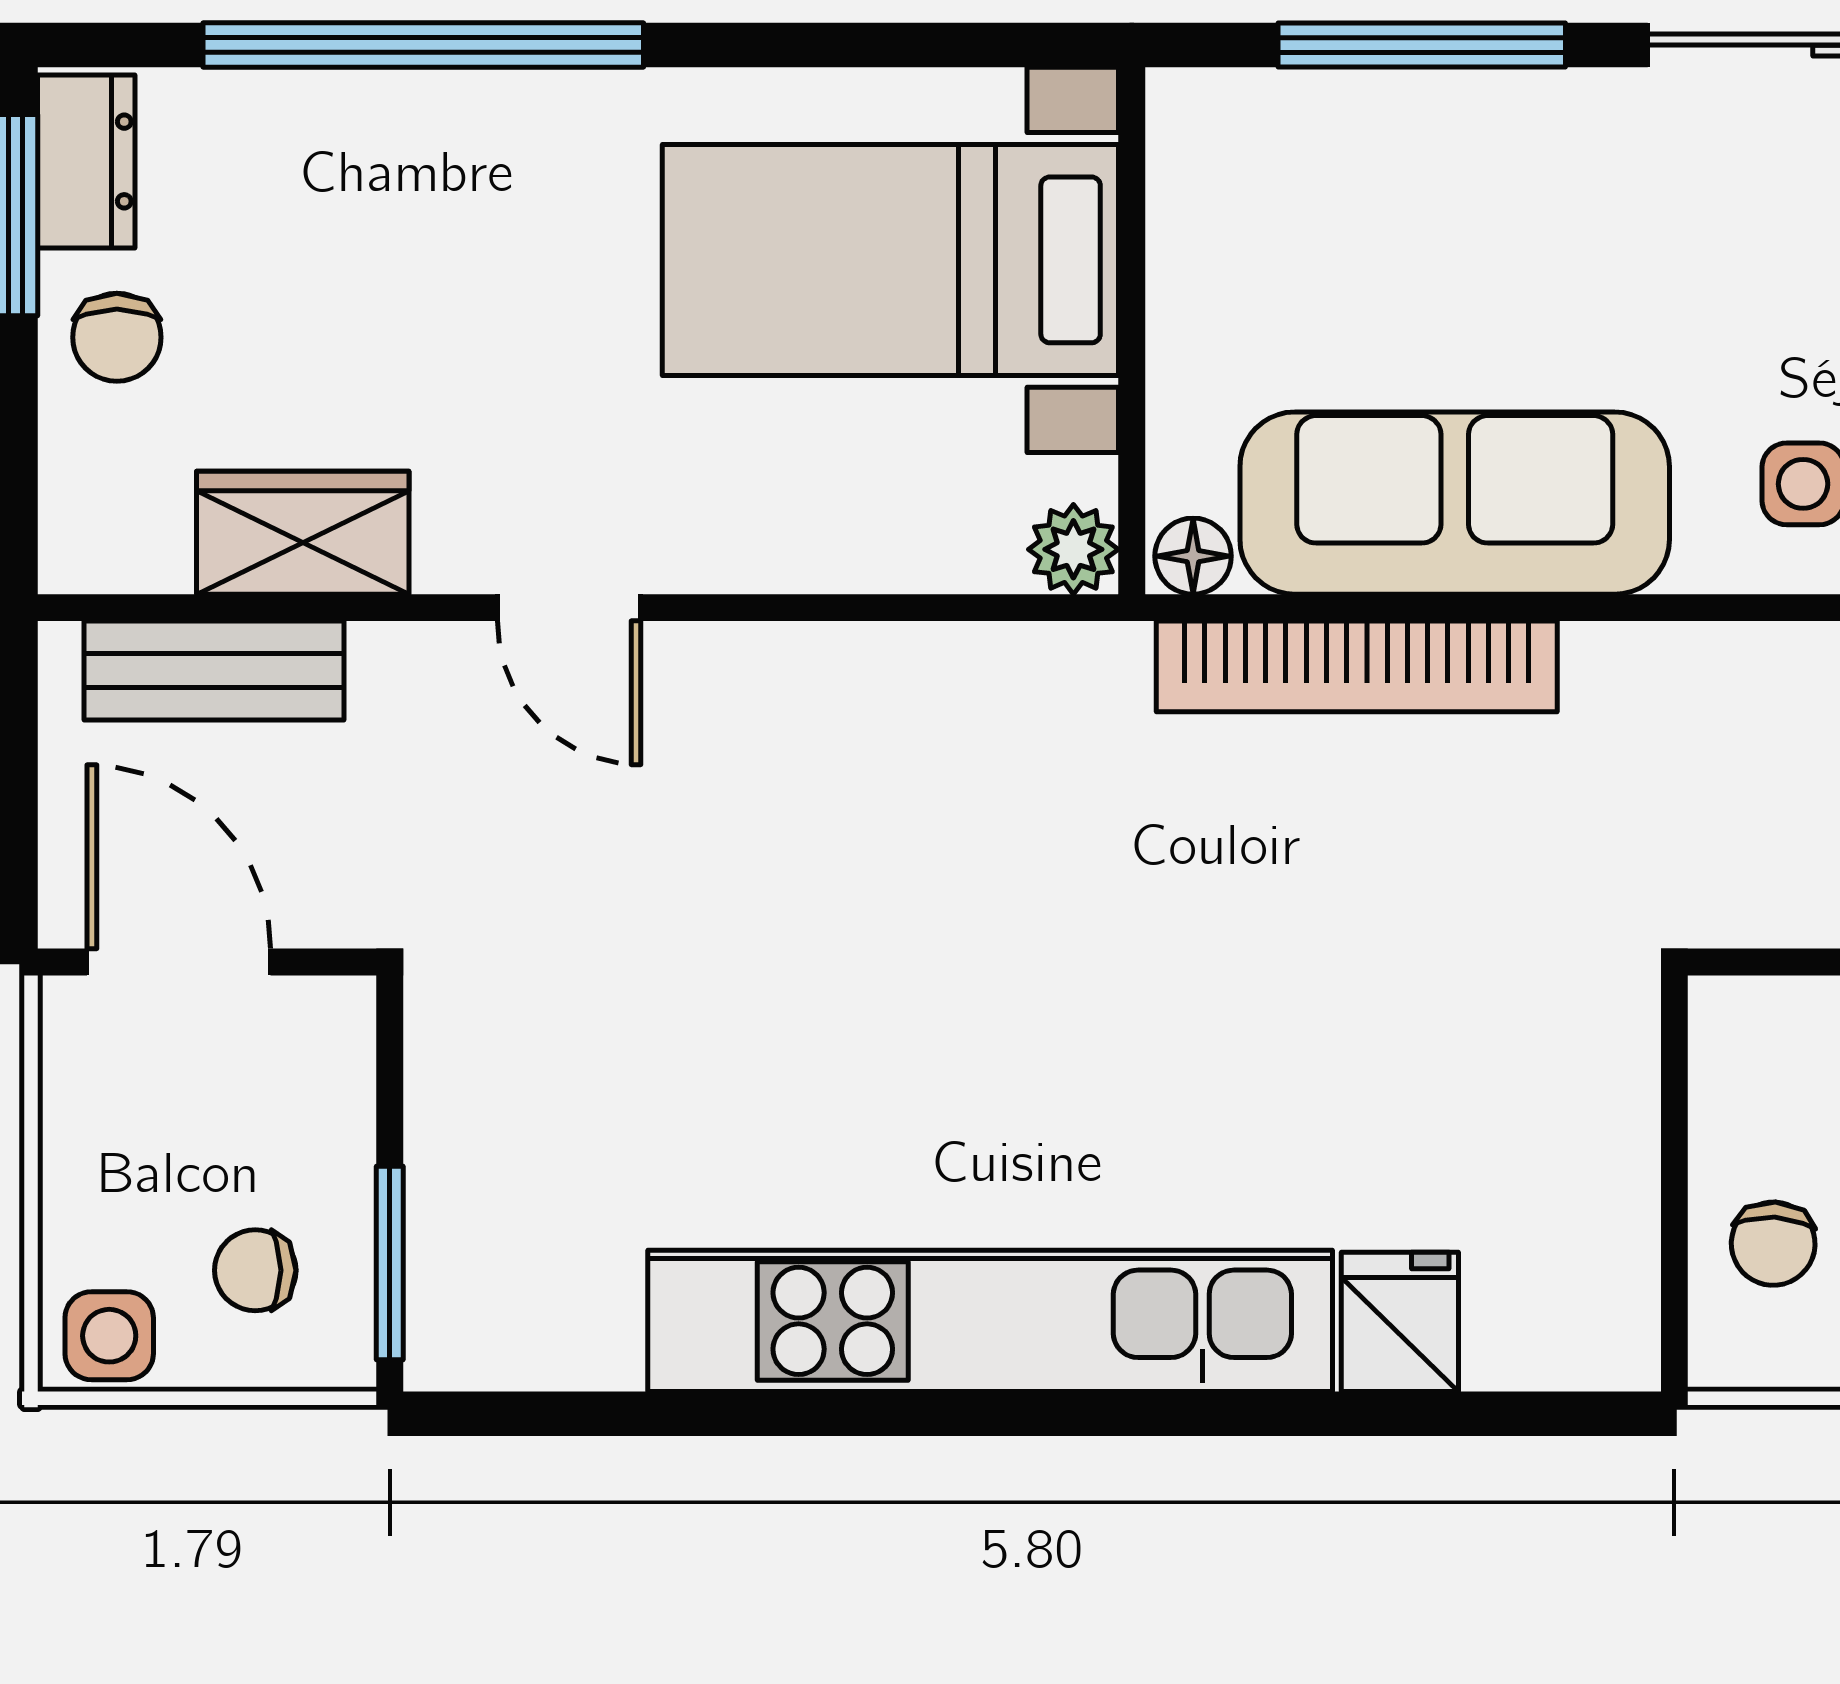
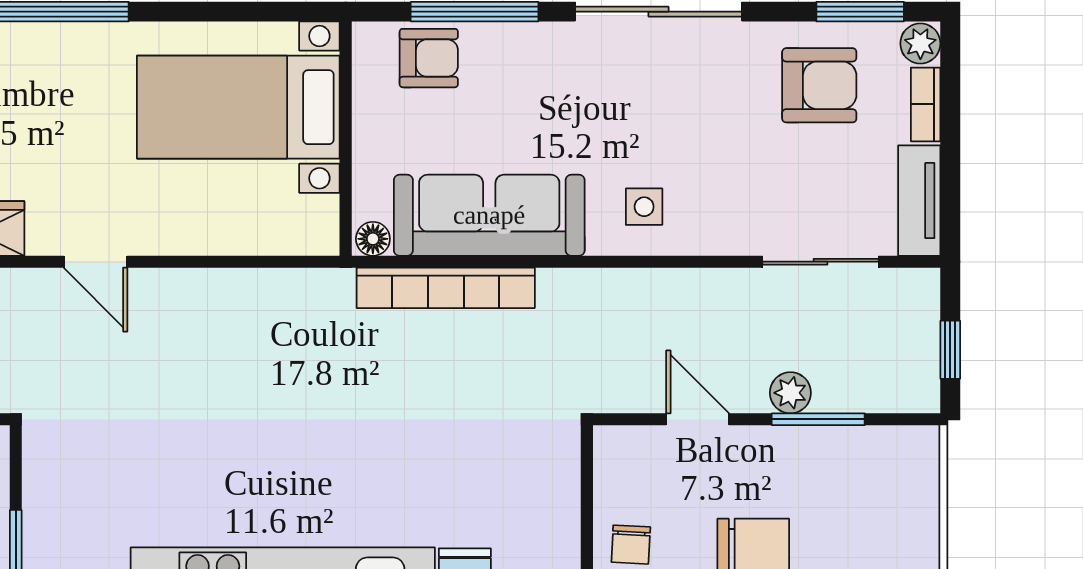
armchair: (1319, 149) -> (429, 58), added
plant: (1073, 549) -> (320, 236), removed

